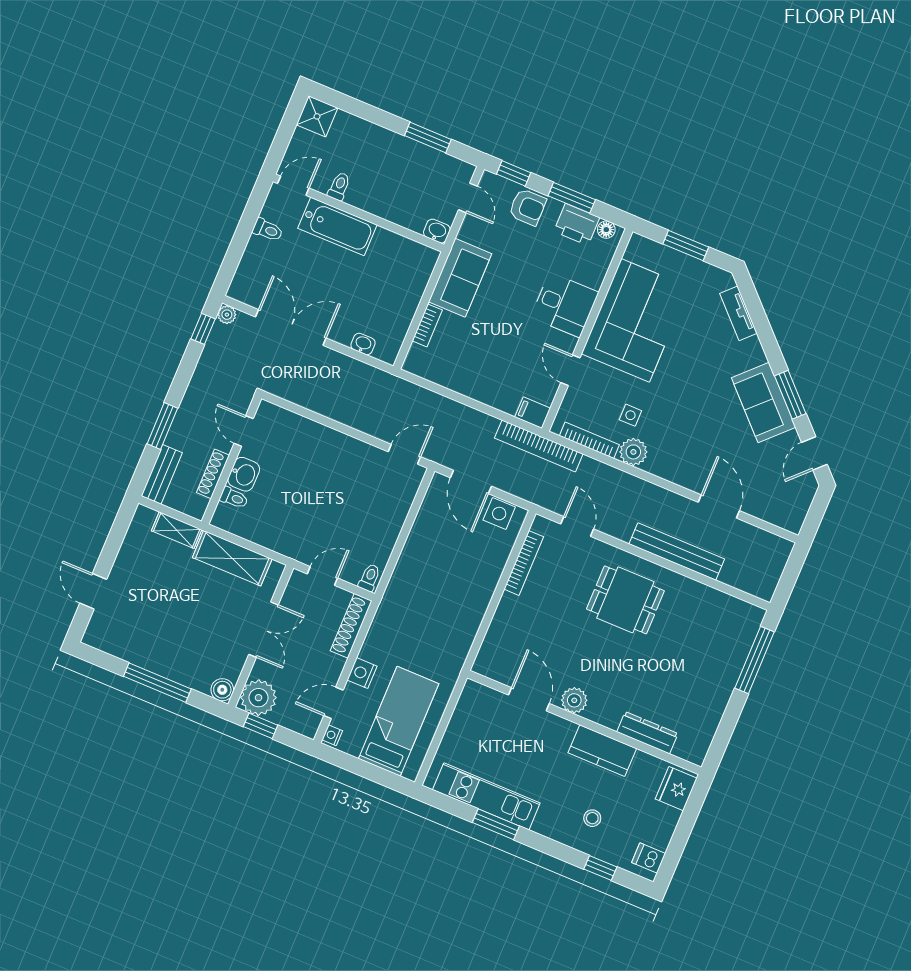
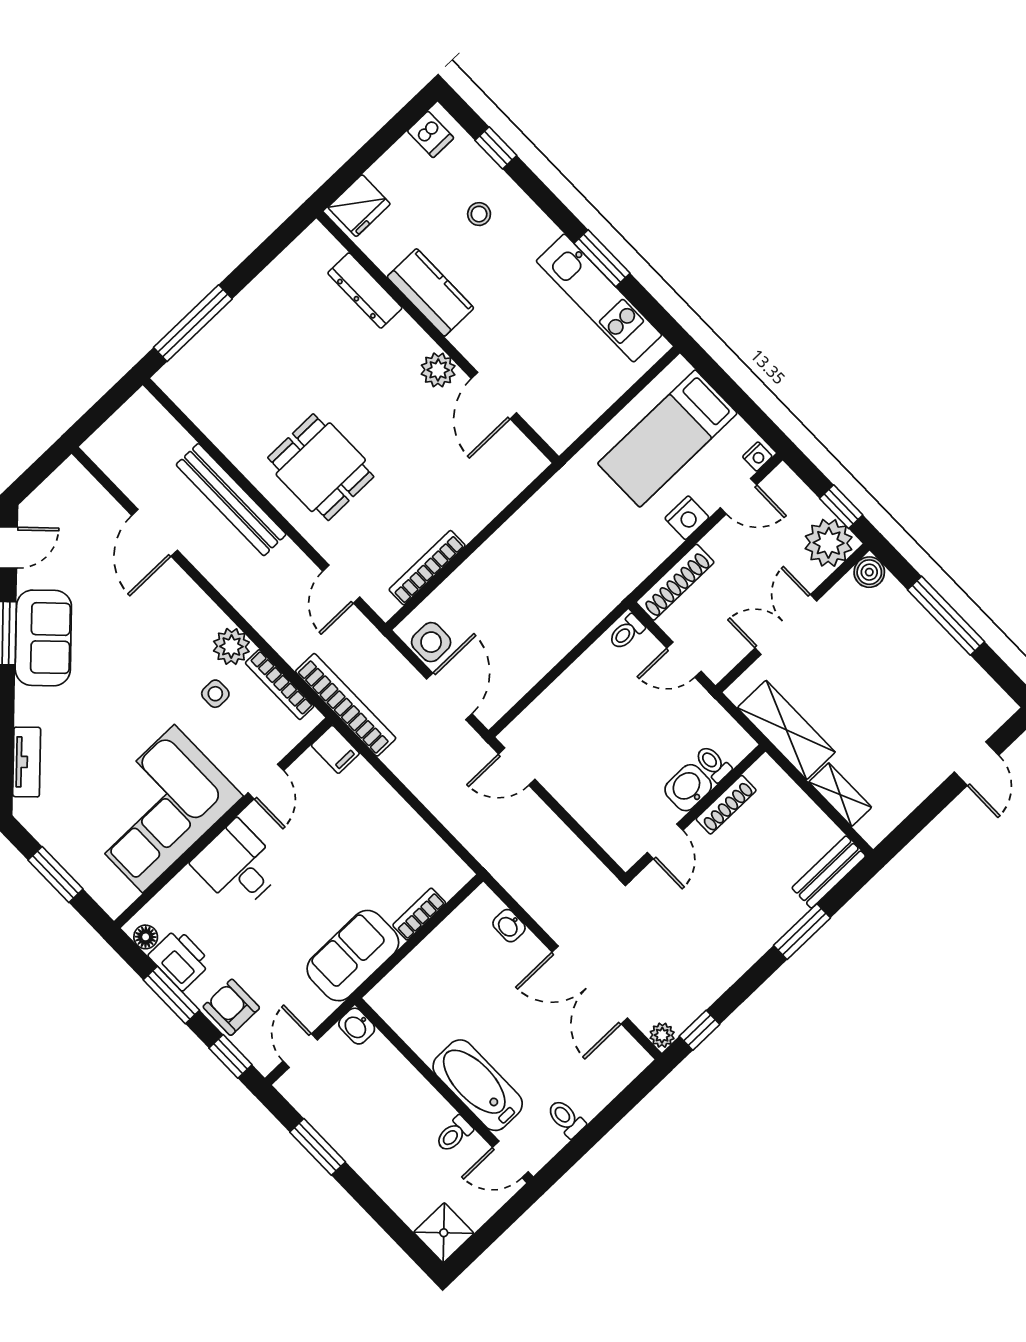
door: (244, 431) -> (665, 841), moved
wall: (231, 460) -> (696, 812), moved
shoe rack: (213, 474) -> (726, 805), moved
washbasin: (244, 474) -> (688, 788), moved
toilet: (234, 498) -> (713, 764), moved

